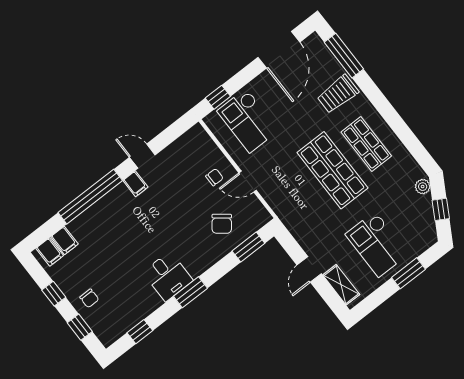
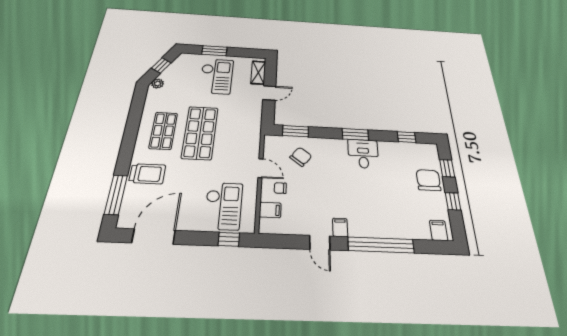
filing cabinet: (64, 240) -> (270, 210), moved, turned 90
chair: (89, 298) -> (428, 180), width x1.87, depth x1.87

